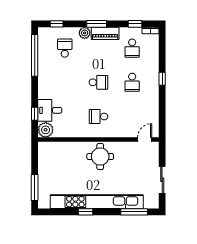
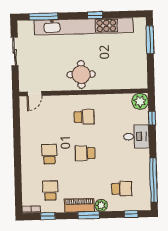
school desk: (65, 48) -> (122, 189), turned -90
window: (162, 79) -> (17, 159), removed
desk: (50, 110) -> (136, 136), moved

